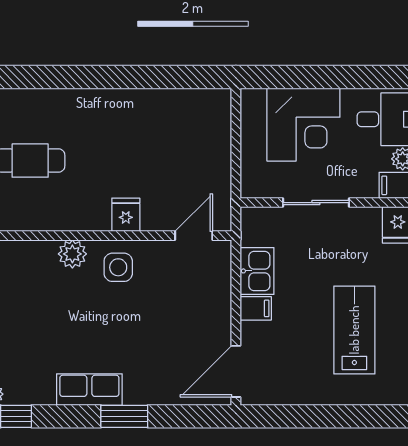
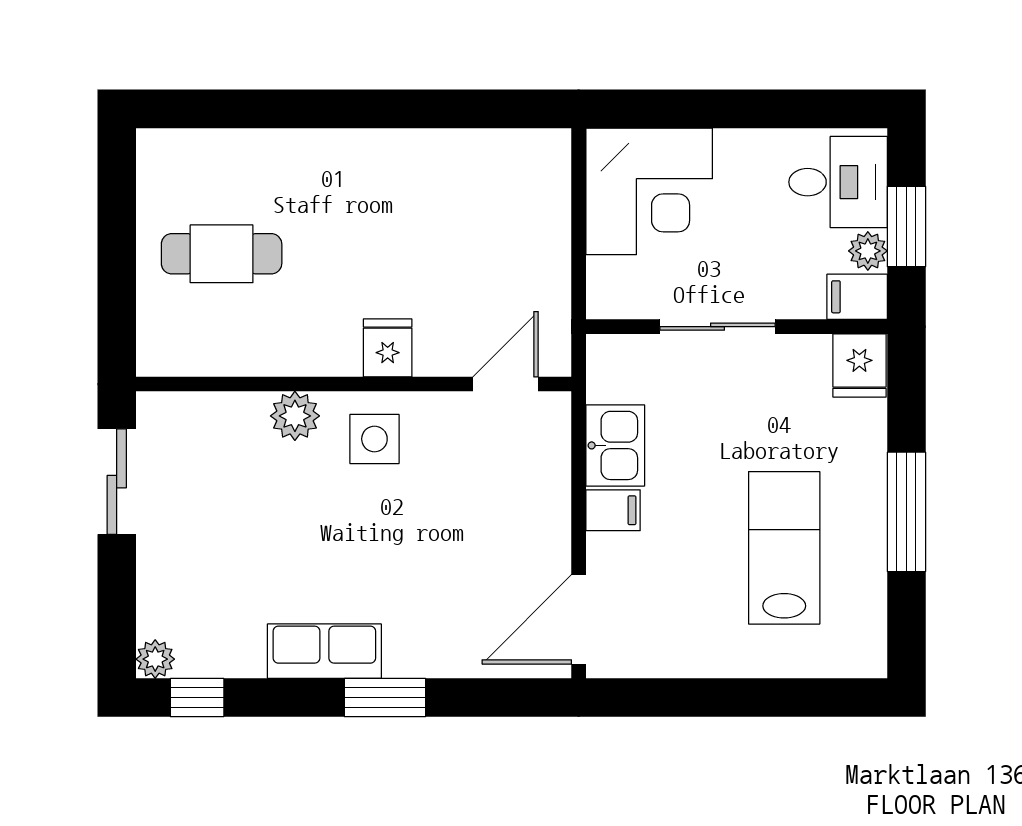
corner desk: (303, 125) -> (649, 191), moved

